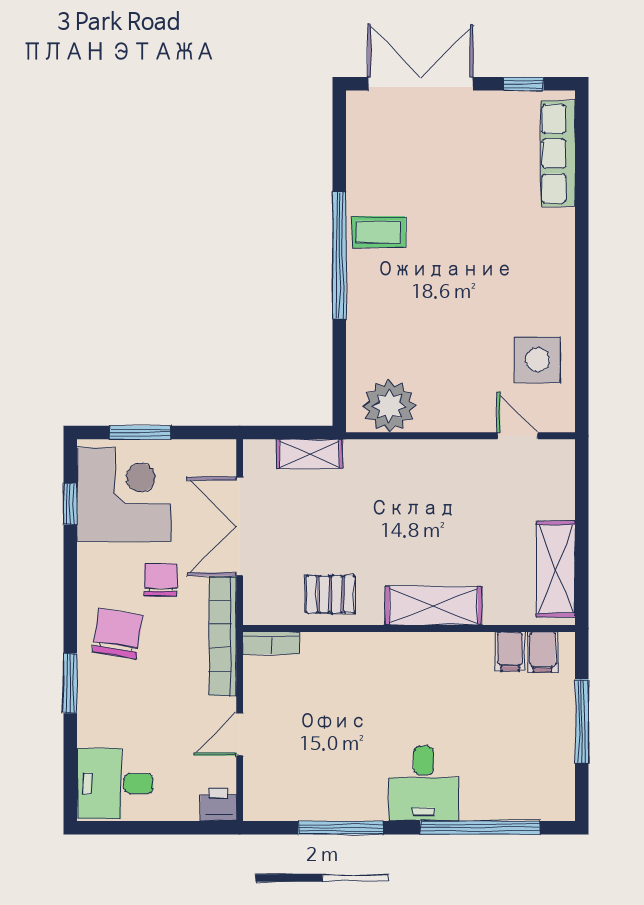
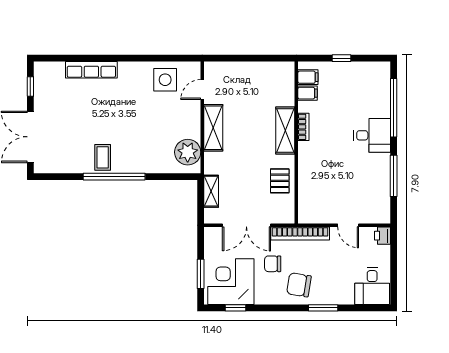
row of seats: (558, 154) -> (91, 70), moved
shelving: (556, 569) -> (213, 128), moved, turned 90
bookcase: (271, 643) -> (303, 127), moved
window: (582, 721) -> (342, 58), width x0.46

